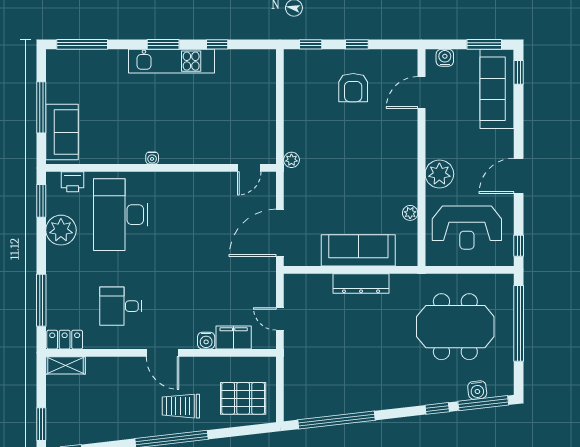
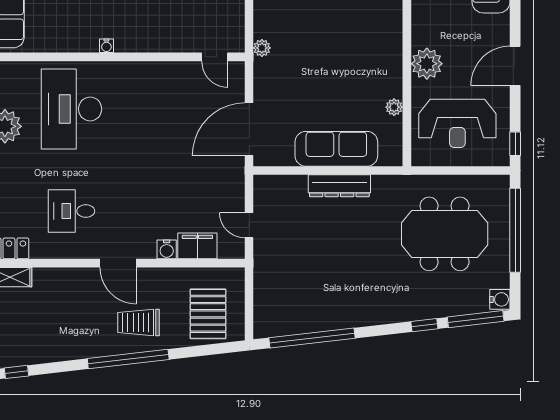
door: (249, 168) -> (215, 57), hinge flipped
printer: (73, 182) -> (18, 72), removed
water cooler: (477, 390) -> (500, 299), moved, turned -83
pallet: (243, 398) -> (208, 314), turned 90

